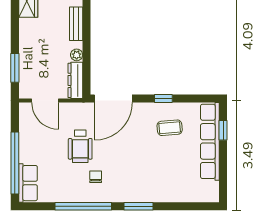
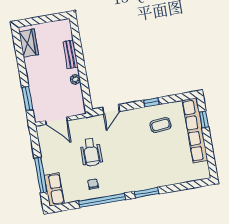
dresser: (75, 80) -> (78, 100), removed
door: (113, 99) -> (111, 109), width x0.53
window: (15, 163) -> (41, 175), width x0.68
chair: (96, 177) -> (93, 184), moved

